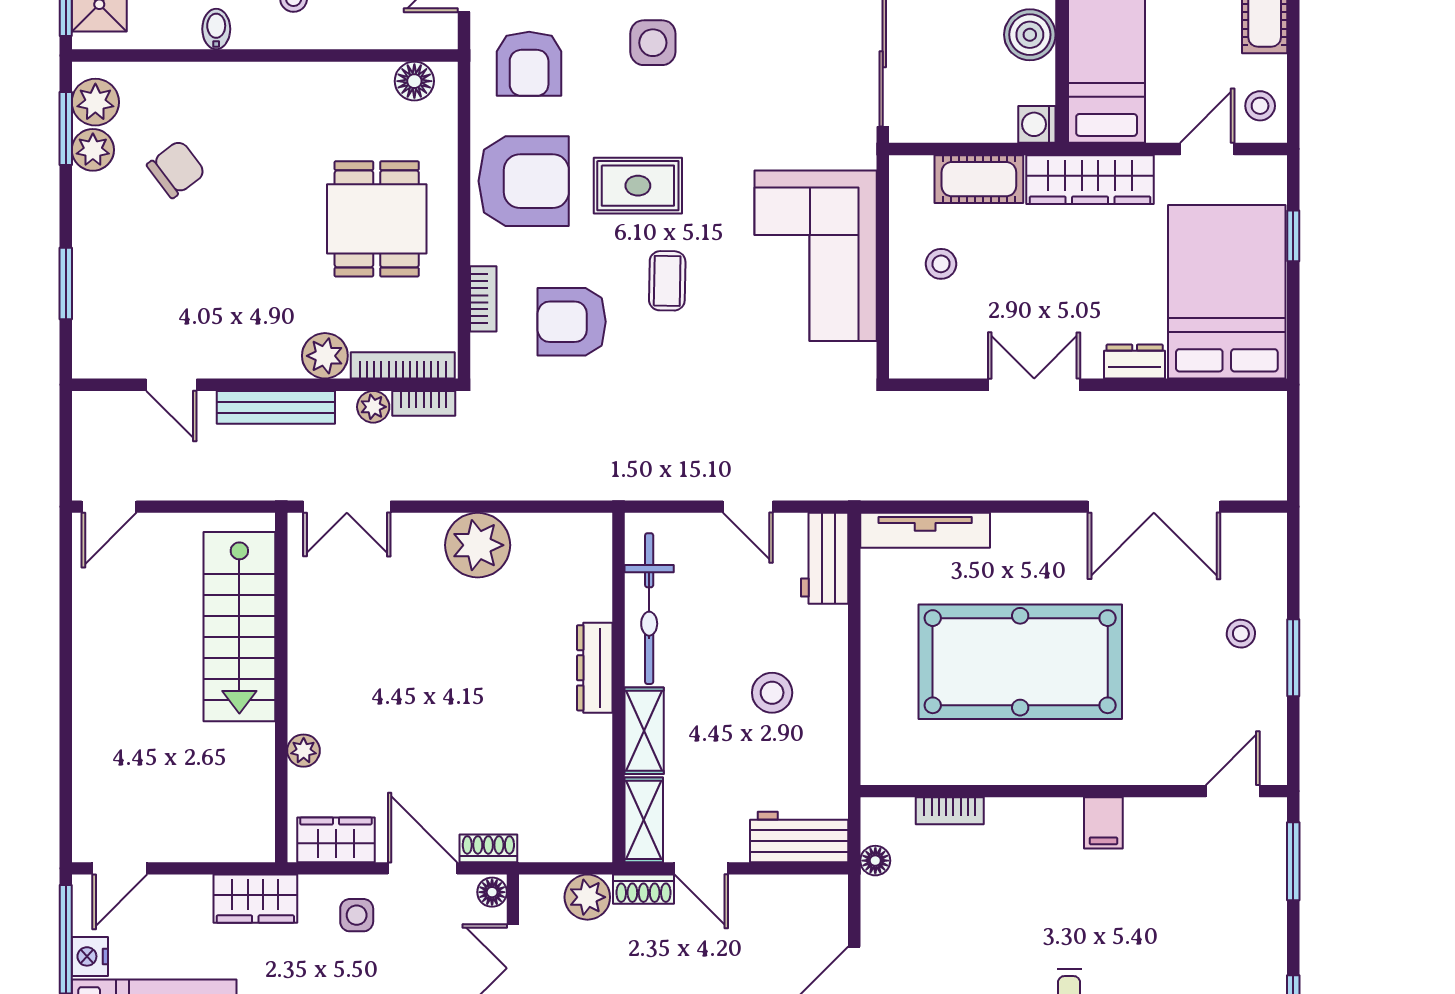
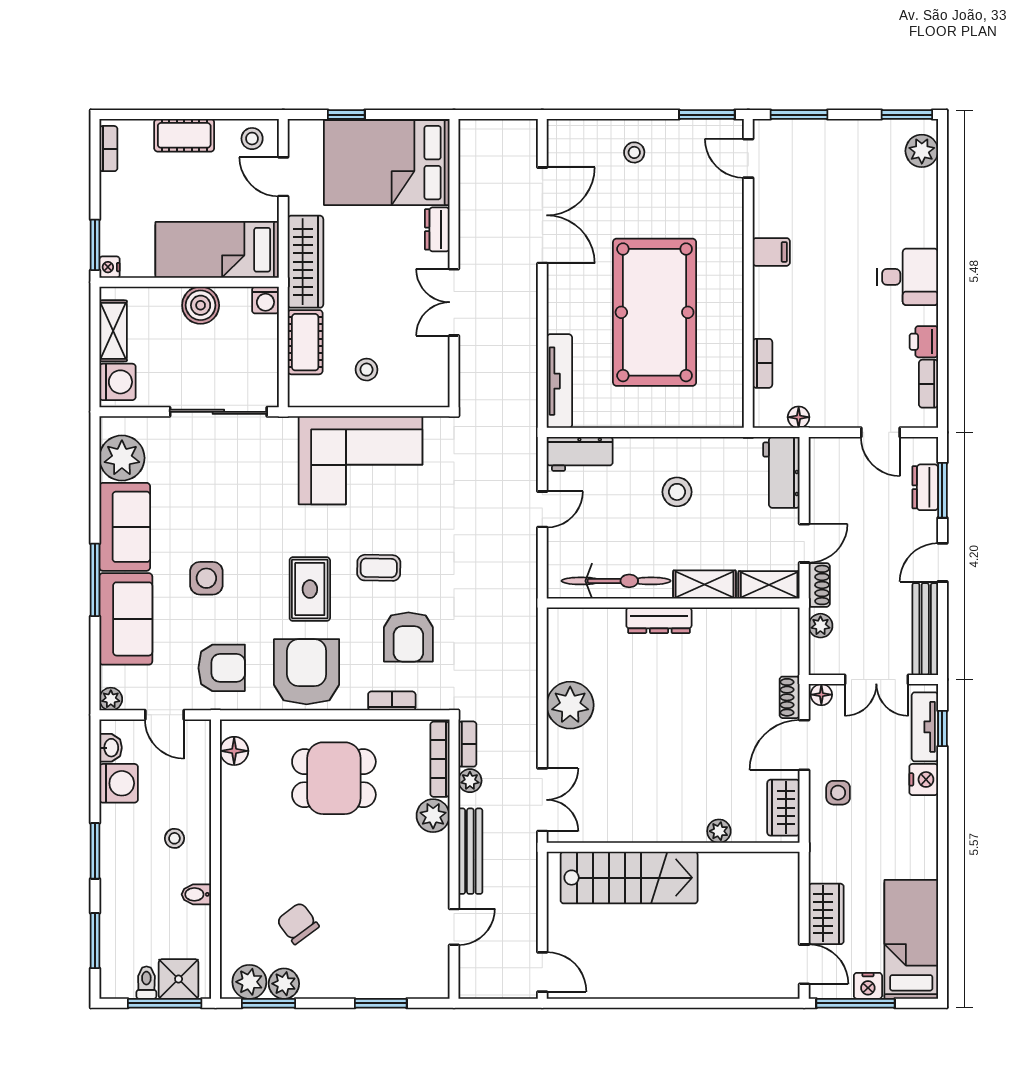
window: (1293, 658) -> (707, 115), moved
plant: (587, 897) -> (820, 626), width x0.73, depth x0.73
wardrobe: (255, 899) -> (826, 914), moved

